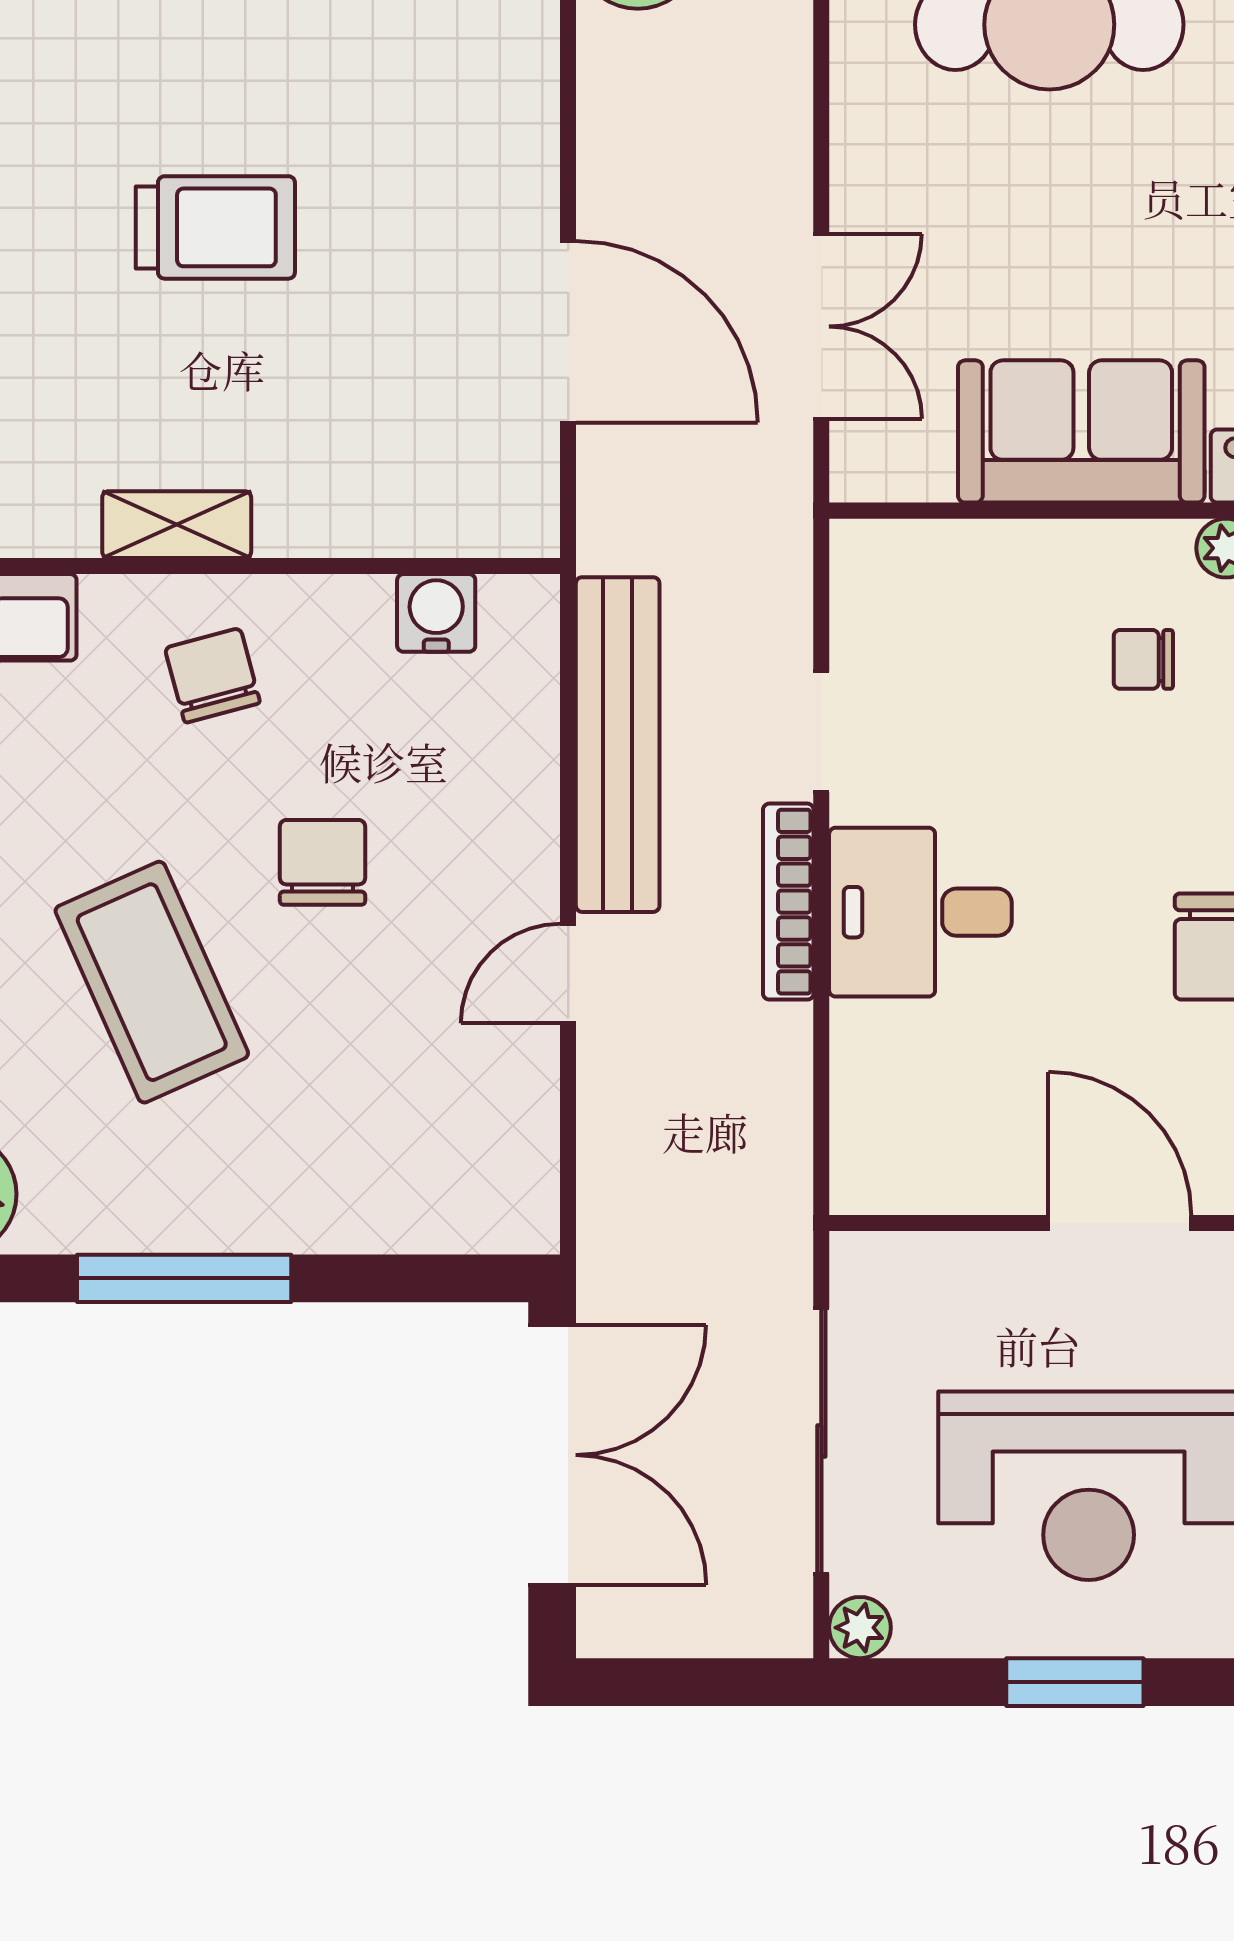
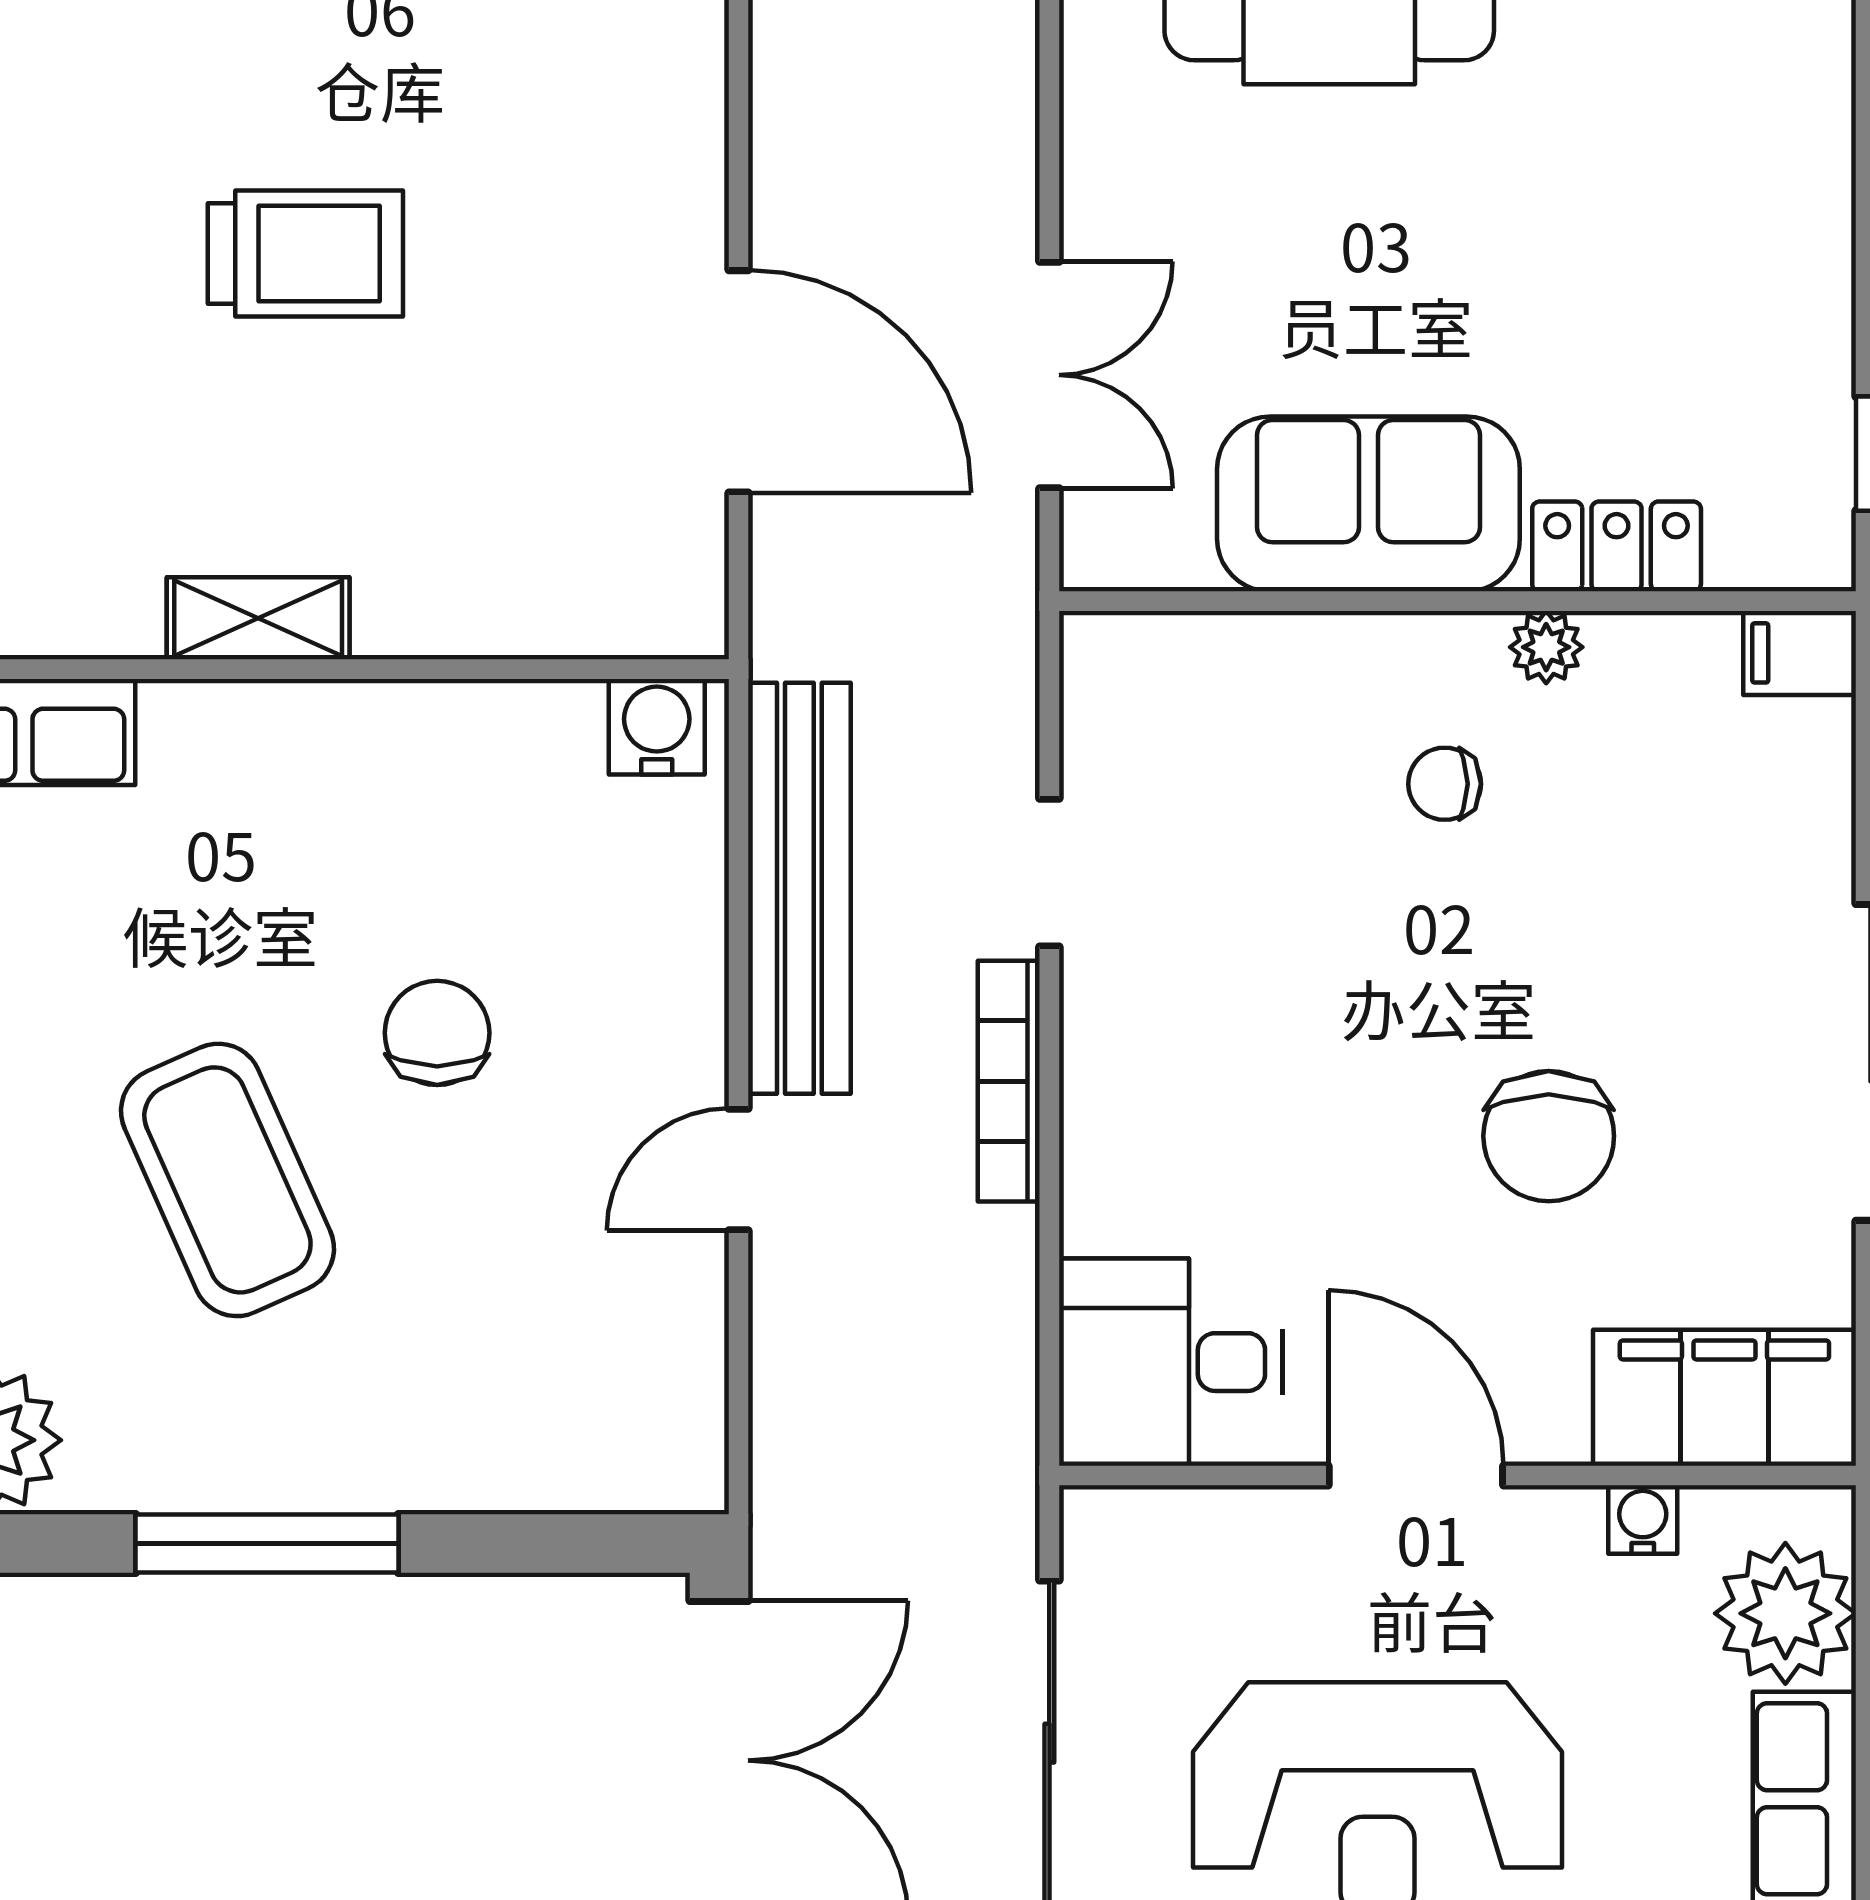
water cooler: (436, 613) -> (657, 727), moved
chair: (212, 675) -> (302, 803), removed
desk: (920, 912) -> (1171, 1362), moved

